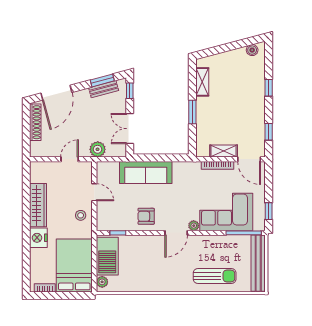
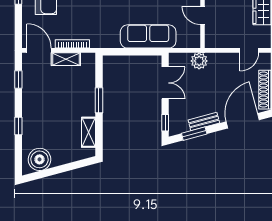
boiler: (252, 50) -> (39, 159), width x1.86, depth x1.86
bench: (104, 89) -> (204, 121), moved
door: (70, 159) -> (249, 50), moved

